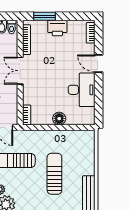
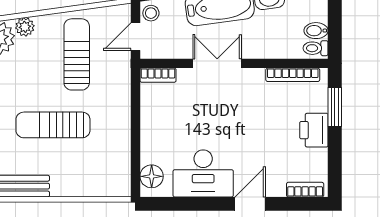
double door: (20, 71) -> (217, 63), moved
floor lamp: (59, 119) -> (152, 176), moved
sun lounger: (54, 174) -> (53, 125), turned 180

